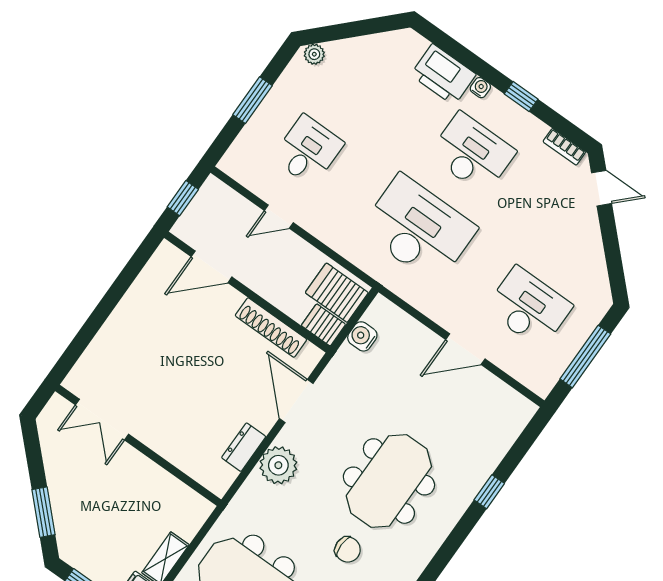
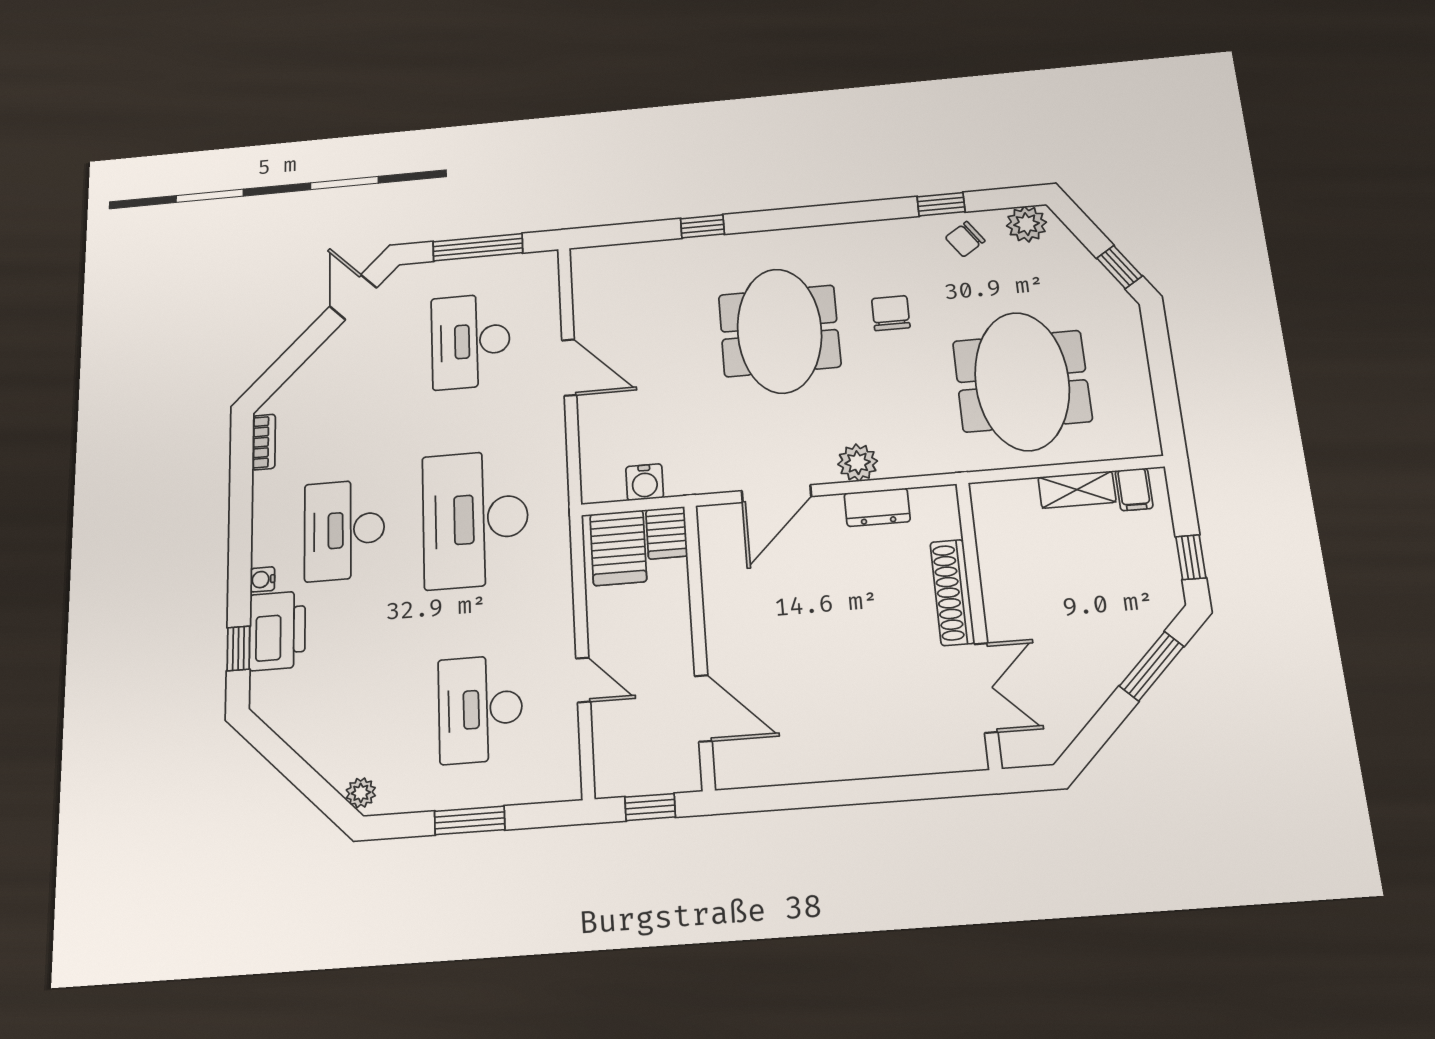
window: (521, 97) -> (238, 648), moved
desk: (308, 151) -> (480, 709), width x1.37
door: (602, 188) -> (353, 297), moved
shoe rack: (271, 328) -> (952, 592), moved, turned 180
plant: (278, 465) -> (858, 463), width x0.73, depth x0.73
meeting table: (389, 481) -> (779, 331), turned 90

